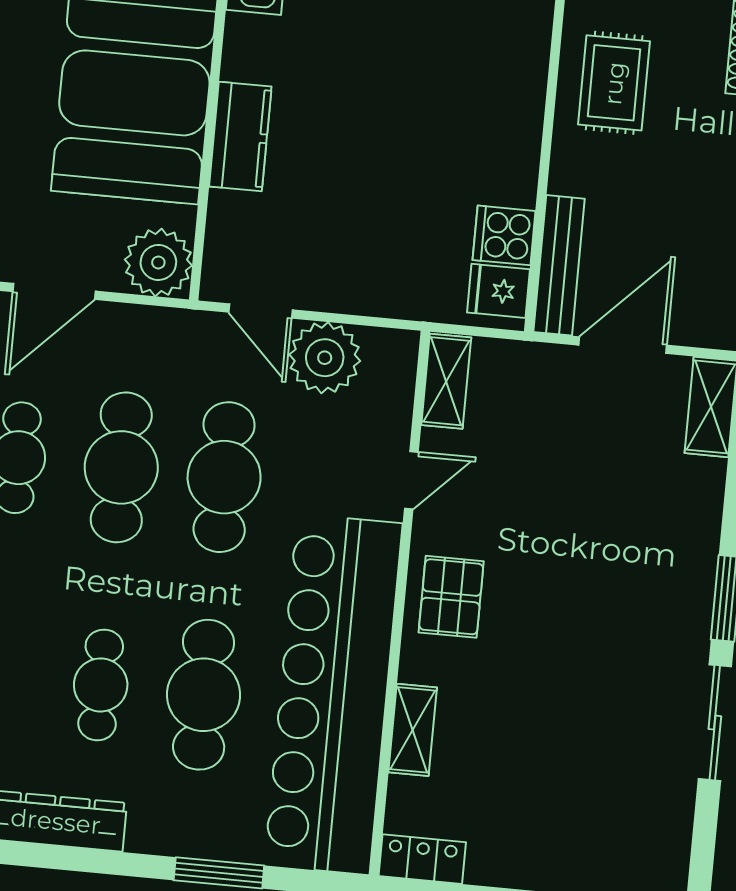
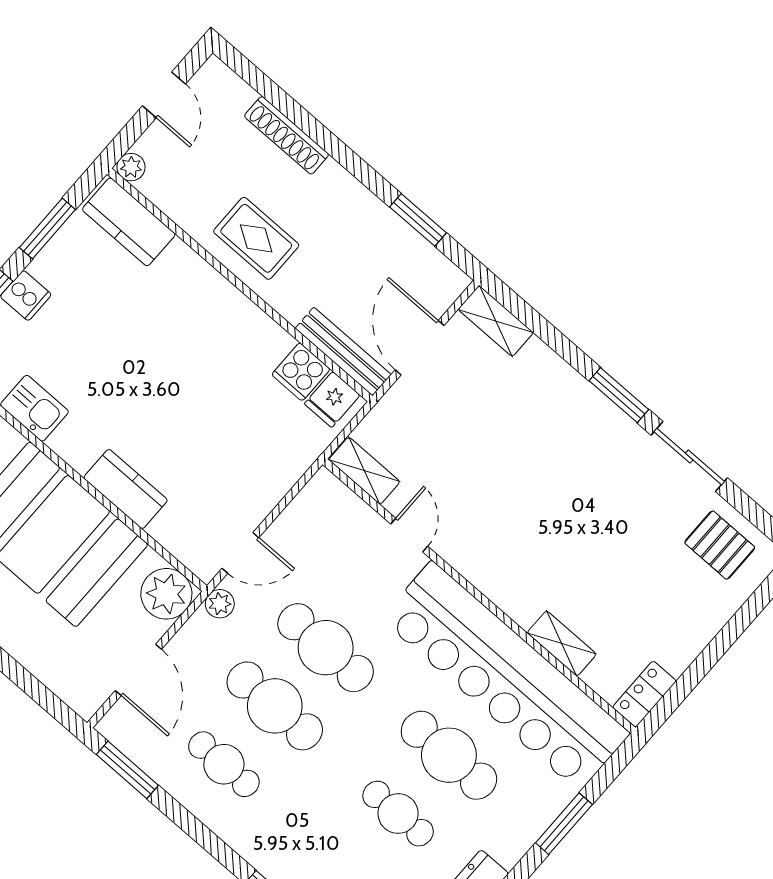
plant: (325, 358) -> (220, 604), moved, width x0.53, depth x0.53
pallet: (451, 597) -> (720, 545), moved

